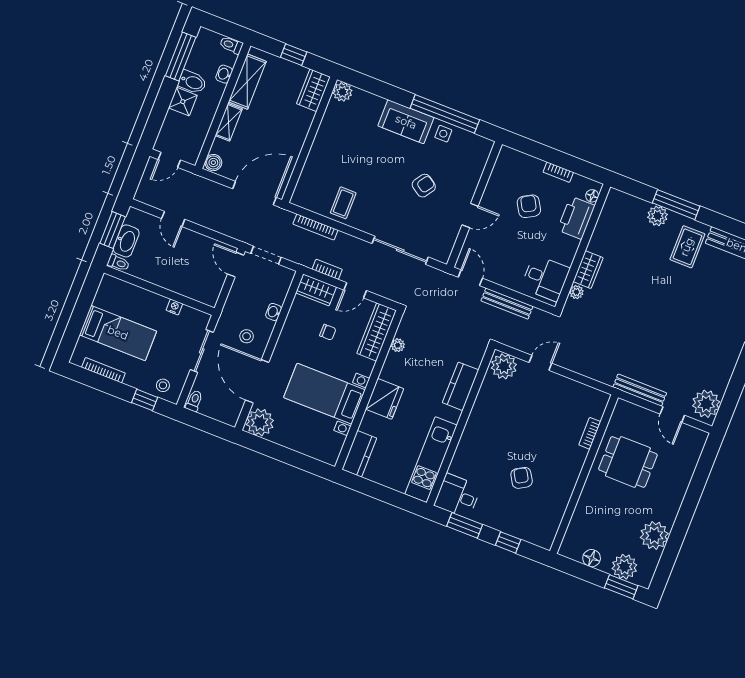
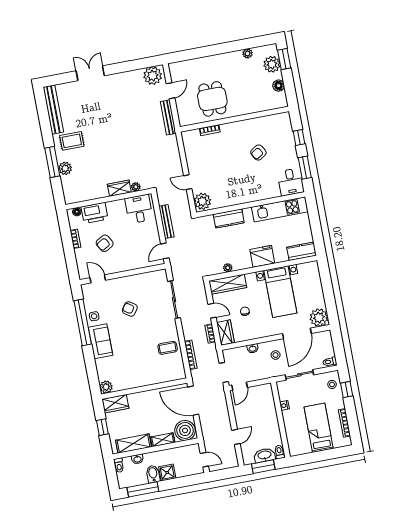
boiler: (213, 163) -> (185, 430), width x1.86, depth x1.86
door: (470, 216) -> (98, 279), moved
plant: (654, 535) -> (248, 53), width x0.53, depth x0.53

